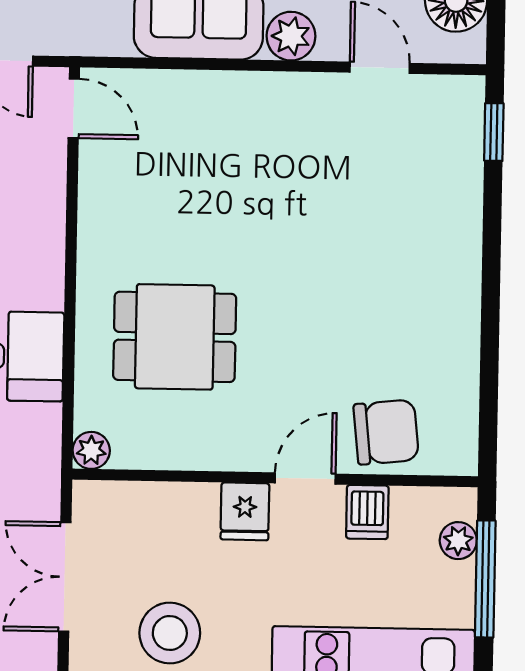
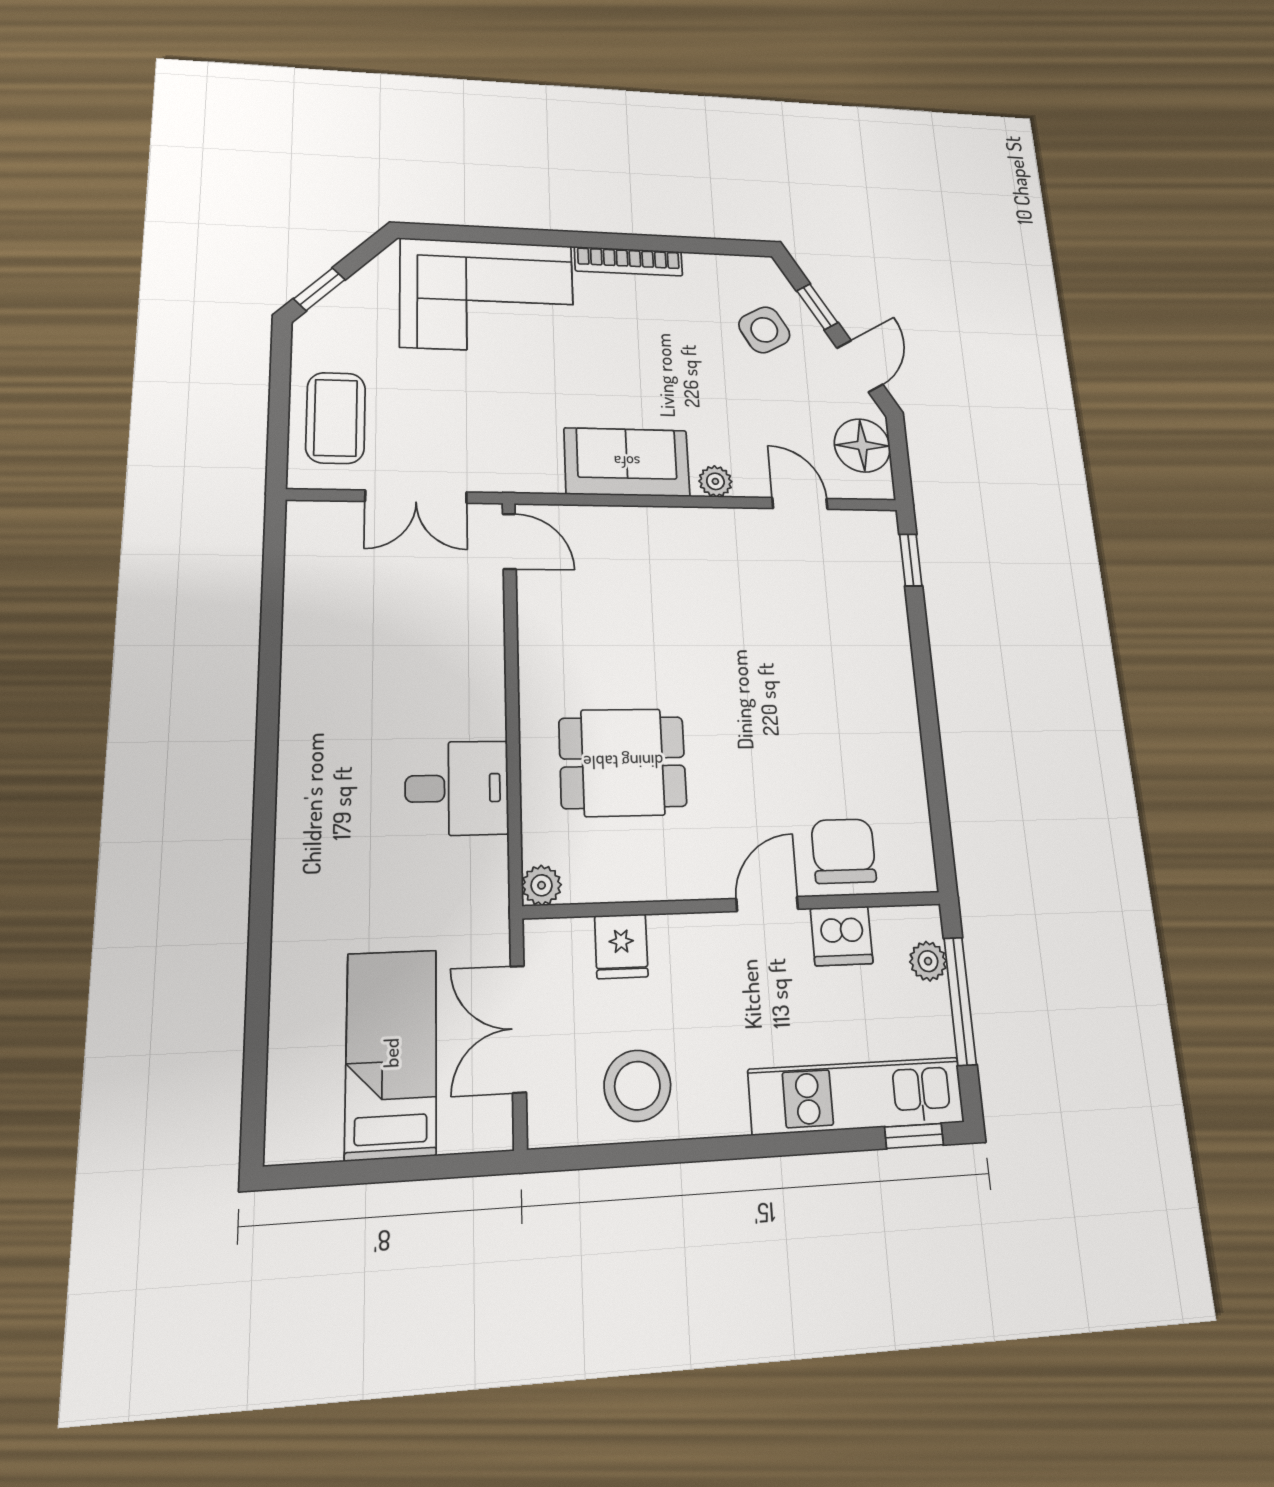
plant: (291, 36) -> (715, 481), width x0.73, depth x0.73
chair: (386, 432) -> (844, 851), turned -84
fridge: (245, 511) -> (621, 946), moved
dishwasher: (367, 512) -> (842, 936), width x1.38

